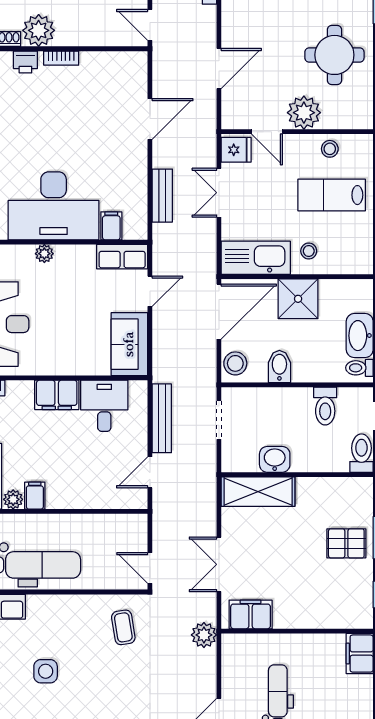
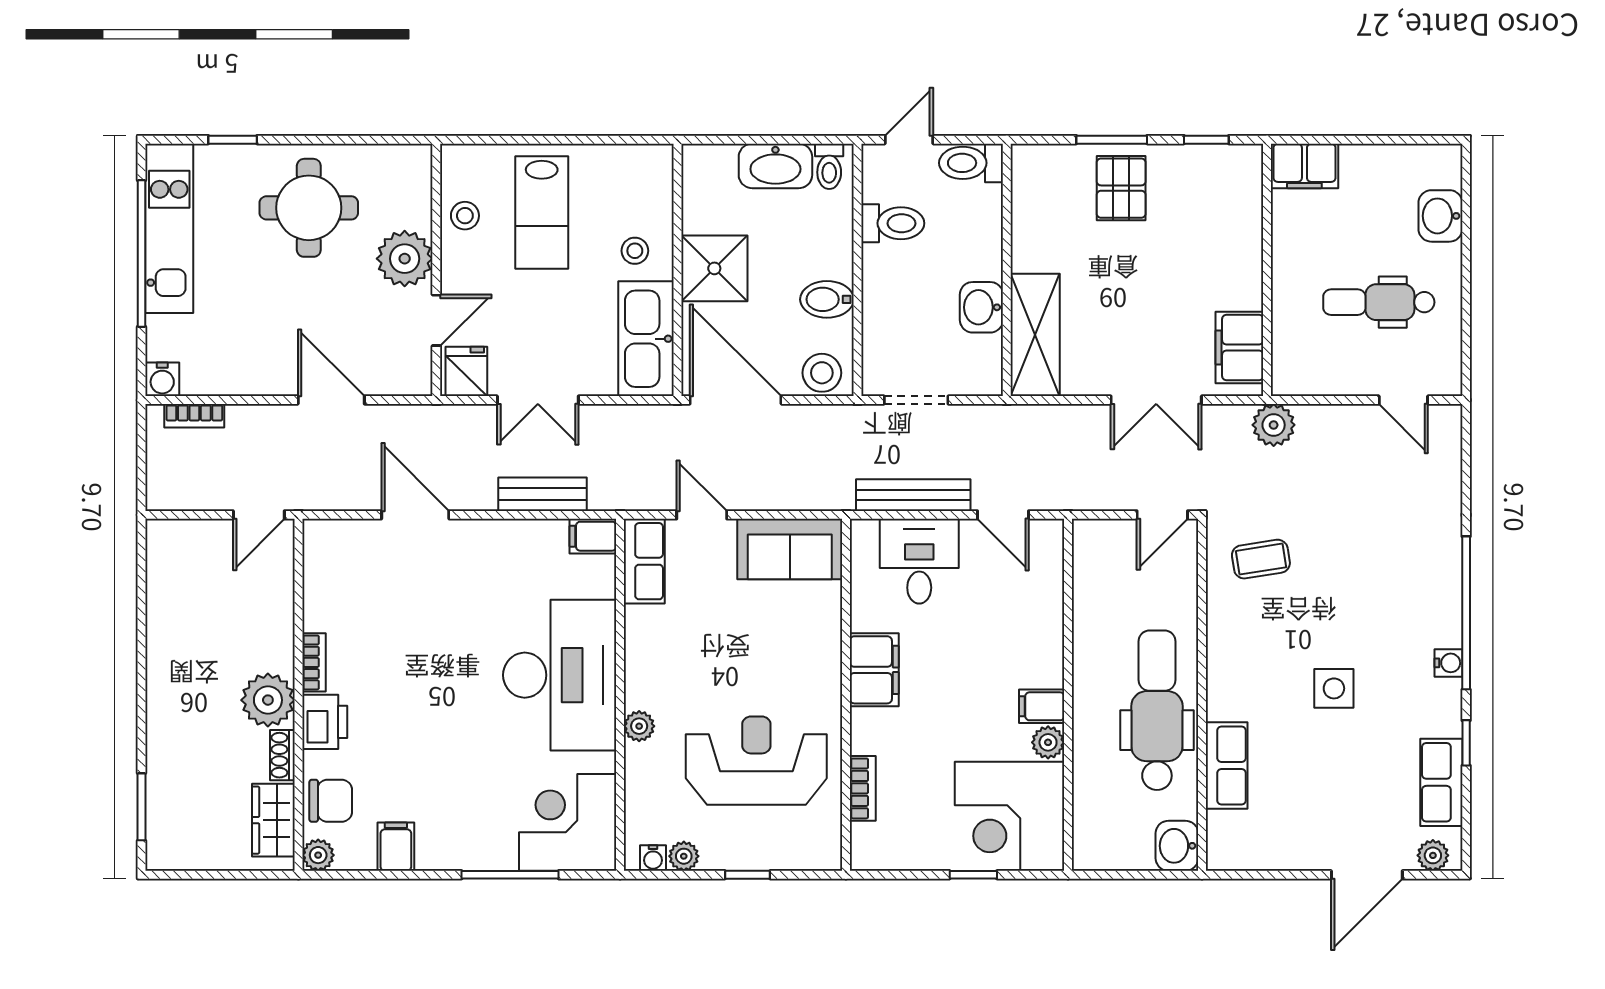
printer: (25, 62) -> (325, 722), width x1.36, depth x1.24
filing cabinet: (111, 226) -> (593, 536), moved
plant: (44, 254) -> (639, 726), moved
desk: (104, 406) -> (919, 561), moved, turned 90

